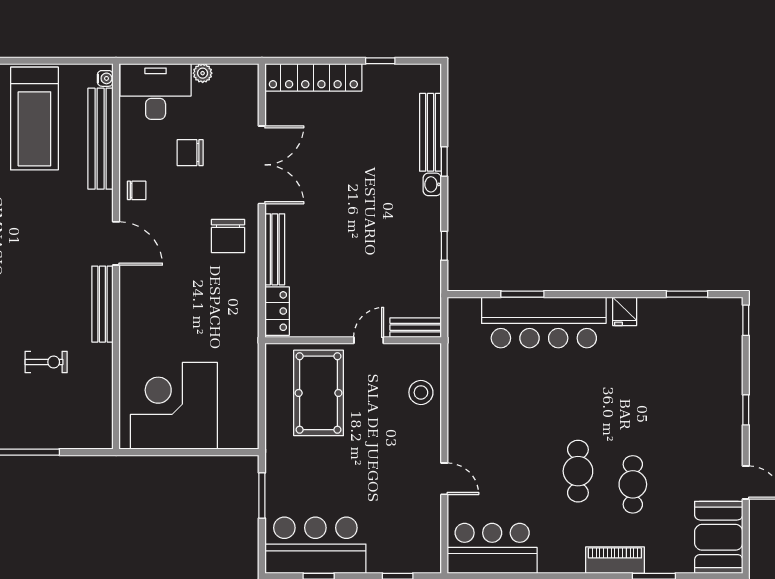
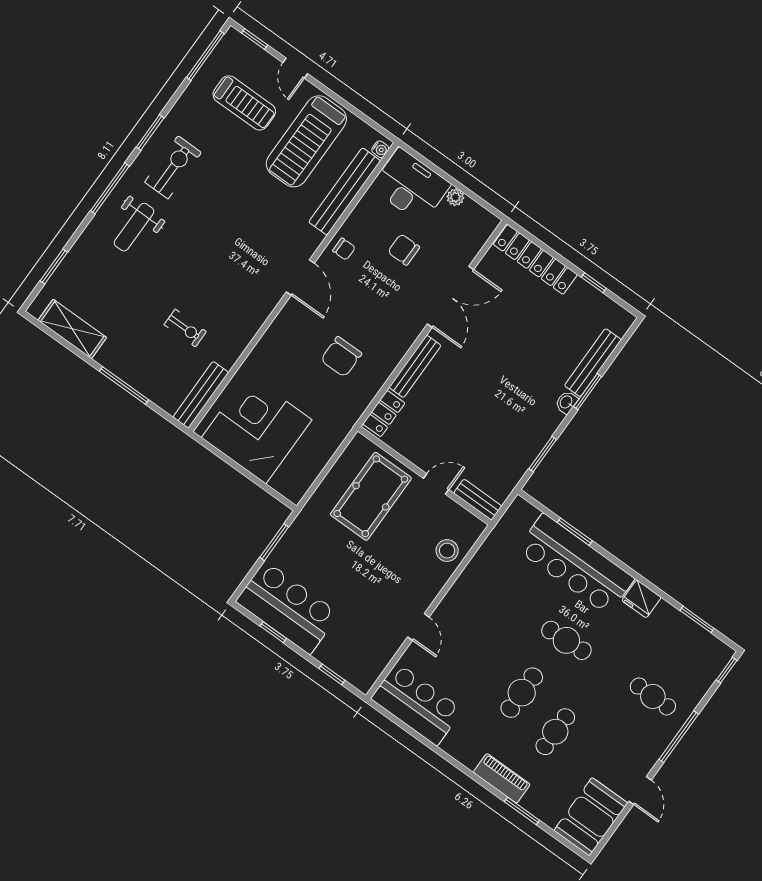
window: (444, 161) -> (588, 392), width x1.50
chair: (228, 236) -> (341, 357), moved
window: (444, 246) -> (543, 454), width x1.50
bench: (102, 304) -> (201, 395), moved
fridge: (625, 311) -> (641, 599), width x1.38
cafe table: (697, 391) -> (653, 696), added
cafe table: (584, 396) -> (566, 640), added
window: (746, 410) -> (679, 737), width x2.17

